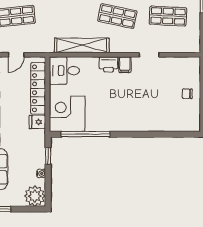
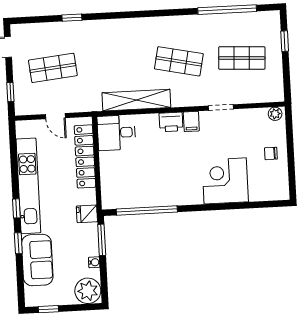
door: (16, 55) -> (55, 116), hinge flipped
plant: (192, 62) -> (275, 114), added
corner desk: (67, 114) -> (225, 181), moved
fridge: (37, 122) -> (87, 214), moved
window: (48, 156) -> (102, 240), width x1.50

